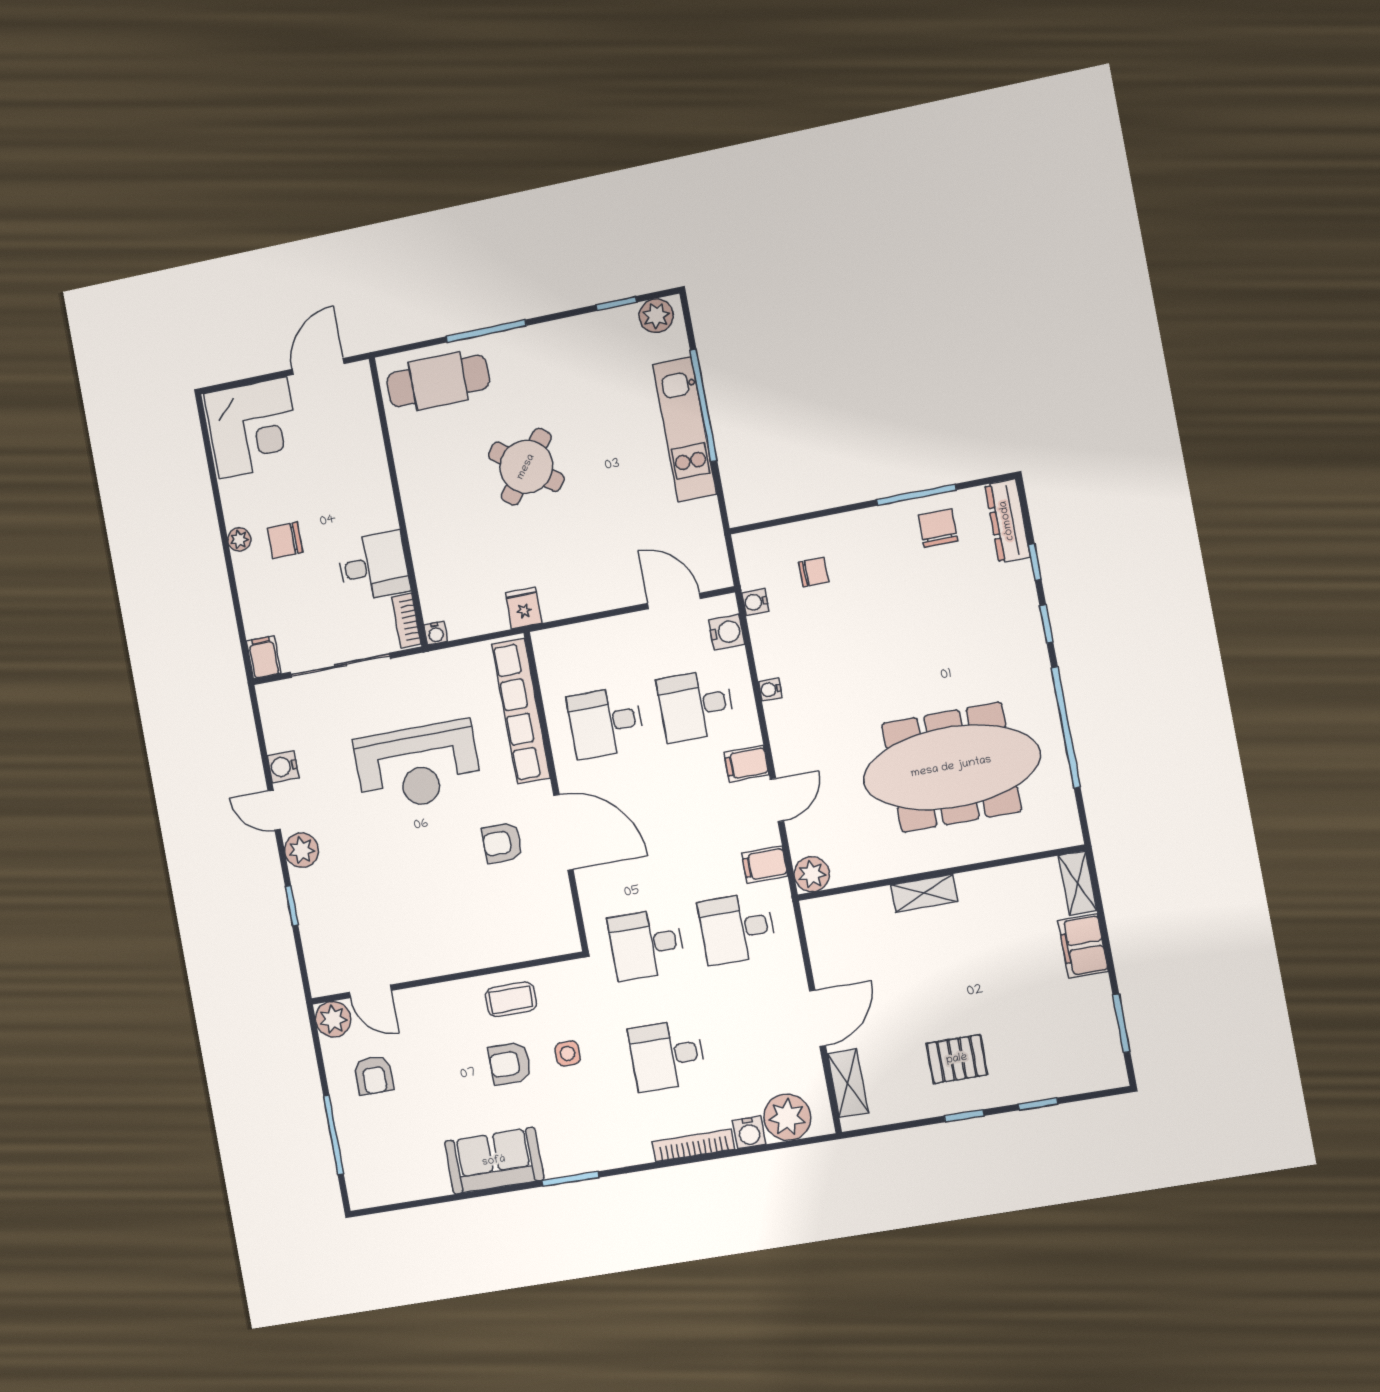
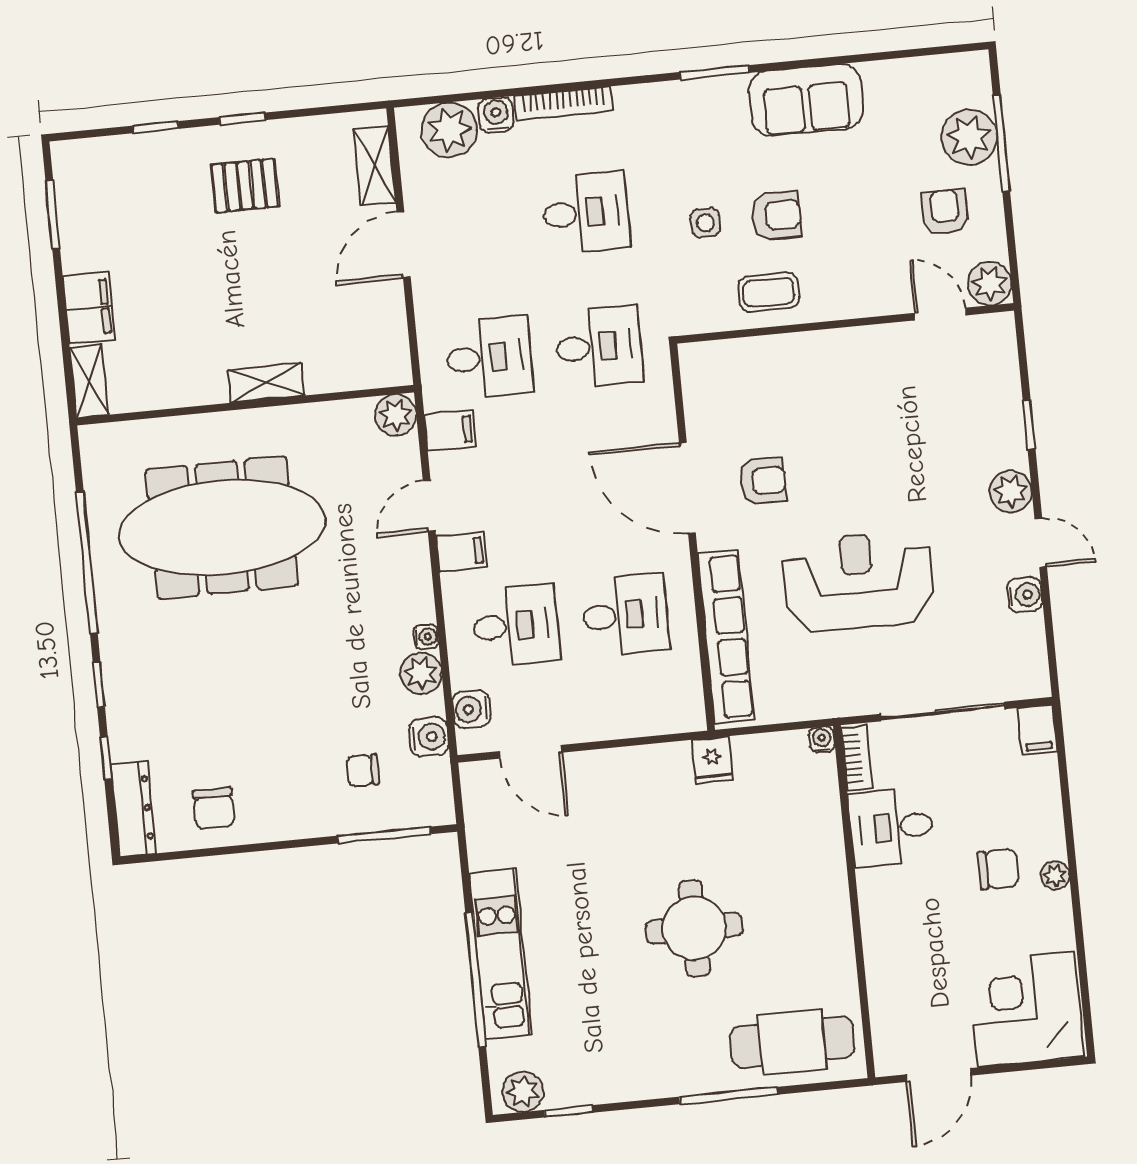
round table: (526, 467) -> (694, 928), turned -38
window: (916, 495) -> (384, 835), moved
water cooler: (755, 602) -> (429, 737), width x1.38, depth x1.38
plant: (772, 658) -> (421, 673), added
plant: (360, 1138) -> (969, 137), added

